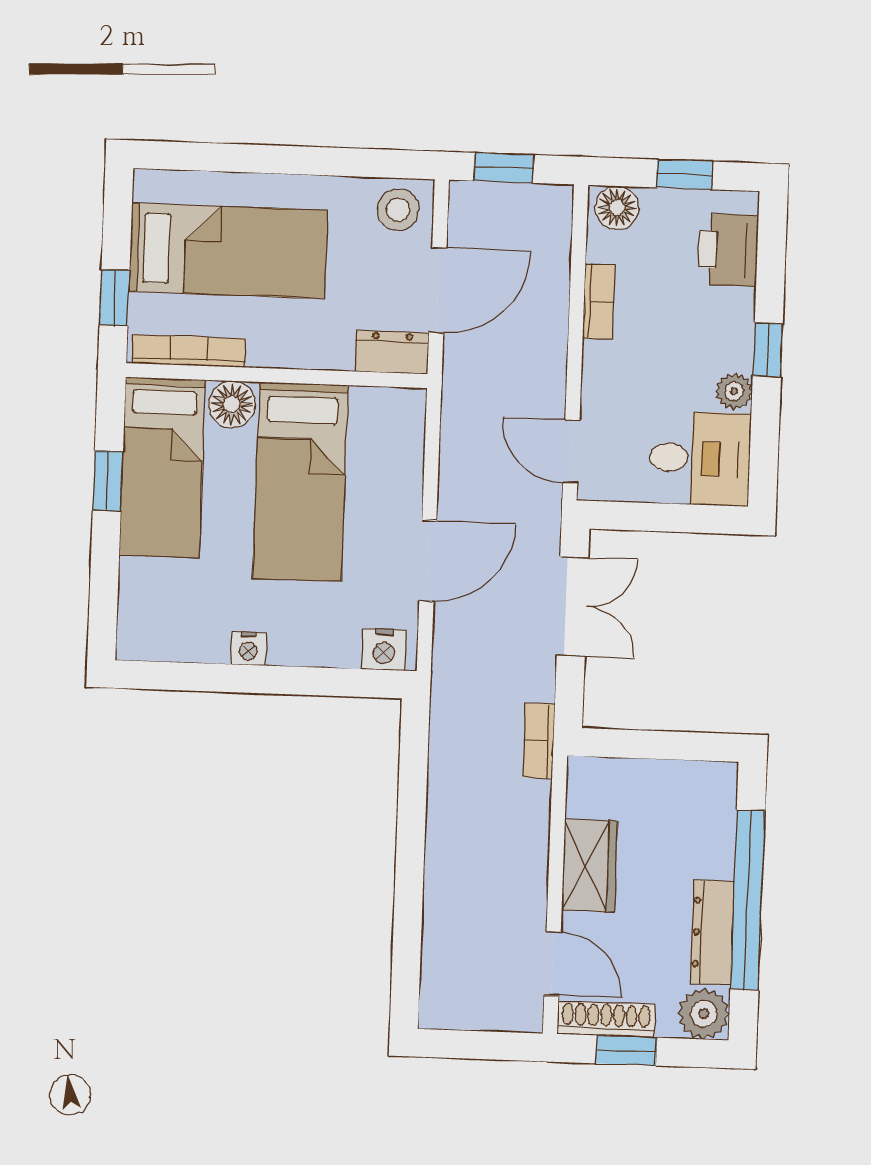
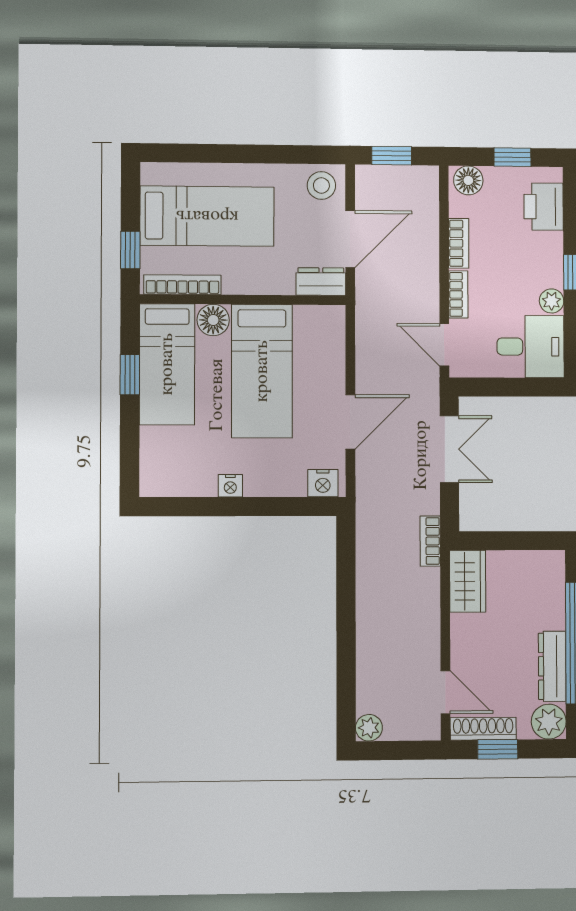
bookcase: (595, 377) -> (458, 294), added
wardrobe: (590, 866) -> (468, 581), moved
plant: (438, 1010) -> (369, 728), added

